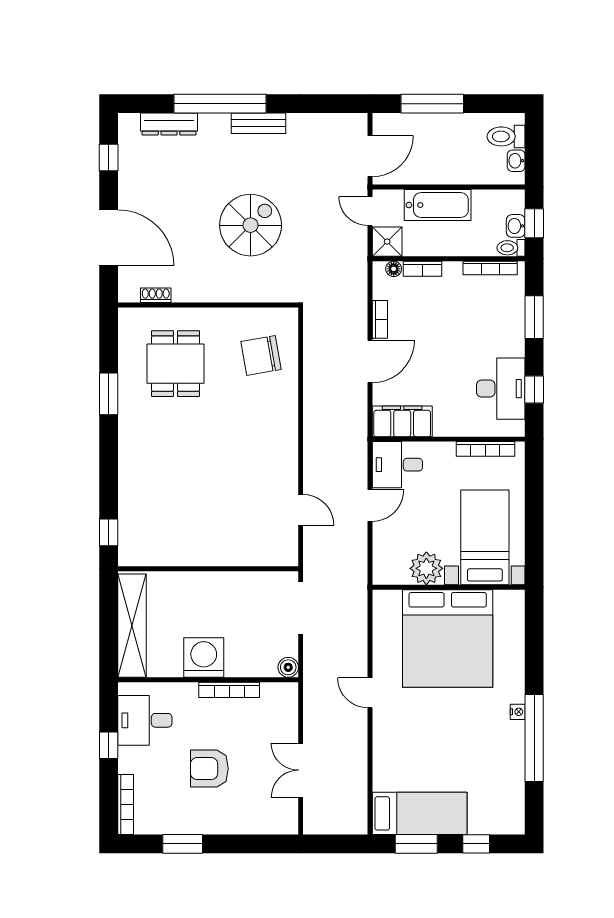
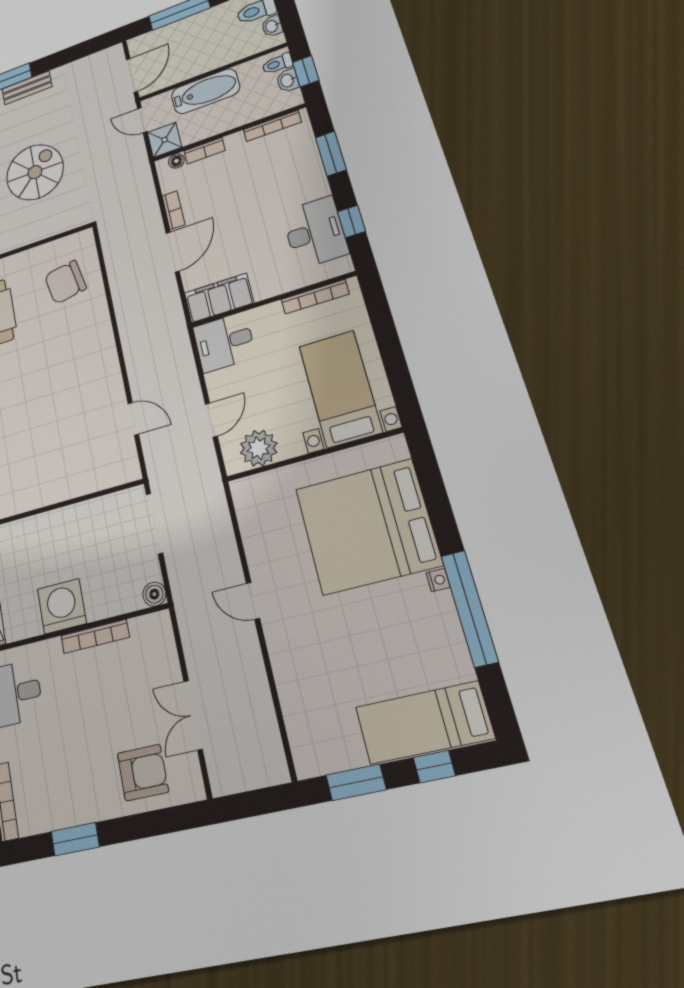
toilet: (511, 248) -> (277, 64), moved
door: (370, 506) -> (211, 420), moved
plant: (426, 568) -> (259, 448), moved
bed: (448, 638) -> (368, 527), moved, turned 90
armchair: (209, 769) -> (143, 773), moved, turned 180
bed: (420, 813) -> (424, 723), moved, turned 180

